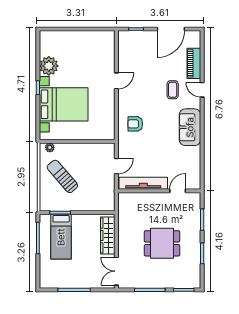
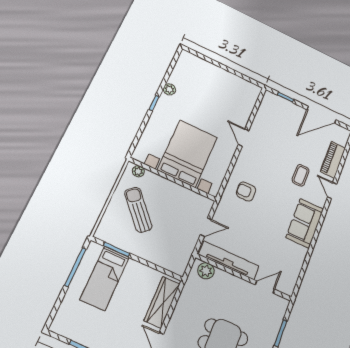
plant: (49, 66) -> (169, 89), width x0.53, depth x0.53
door: (116, 81) -> (244, 138), swing flipped
bed with nightstands: (64, 104) -> (188, 154), moved, turned -90
plant: (130, 199) -> (206, 271), added

